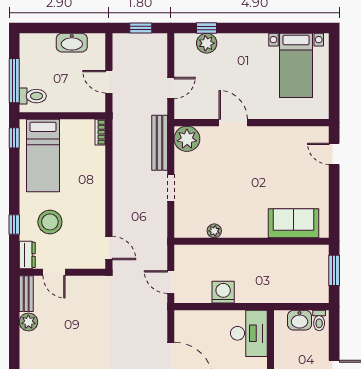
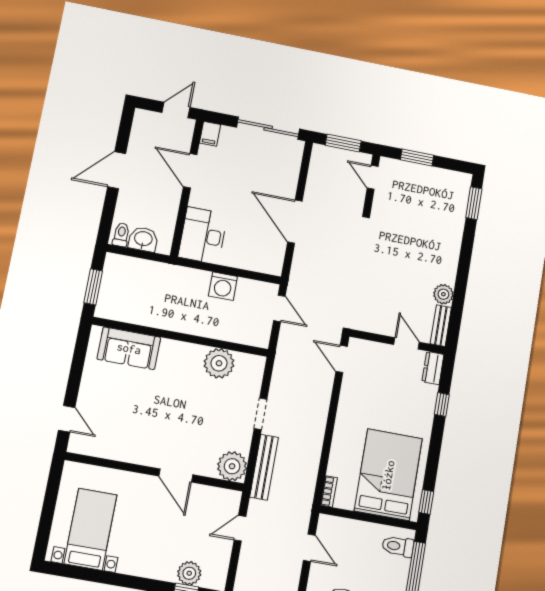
bed: (43, 155) -> (388, 475), width x1.50
stool: (50, 222) -> (402, 400), removed
plant: (214, 231) -> (219, 363), width x1.88, depth x1.88

